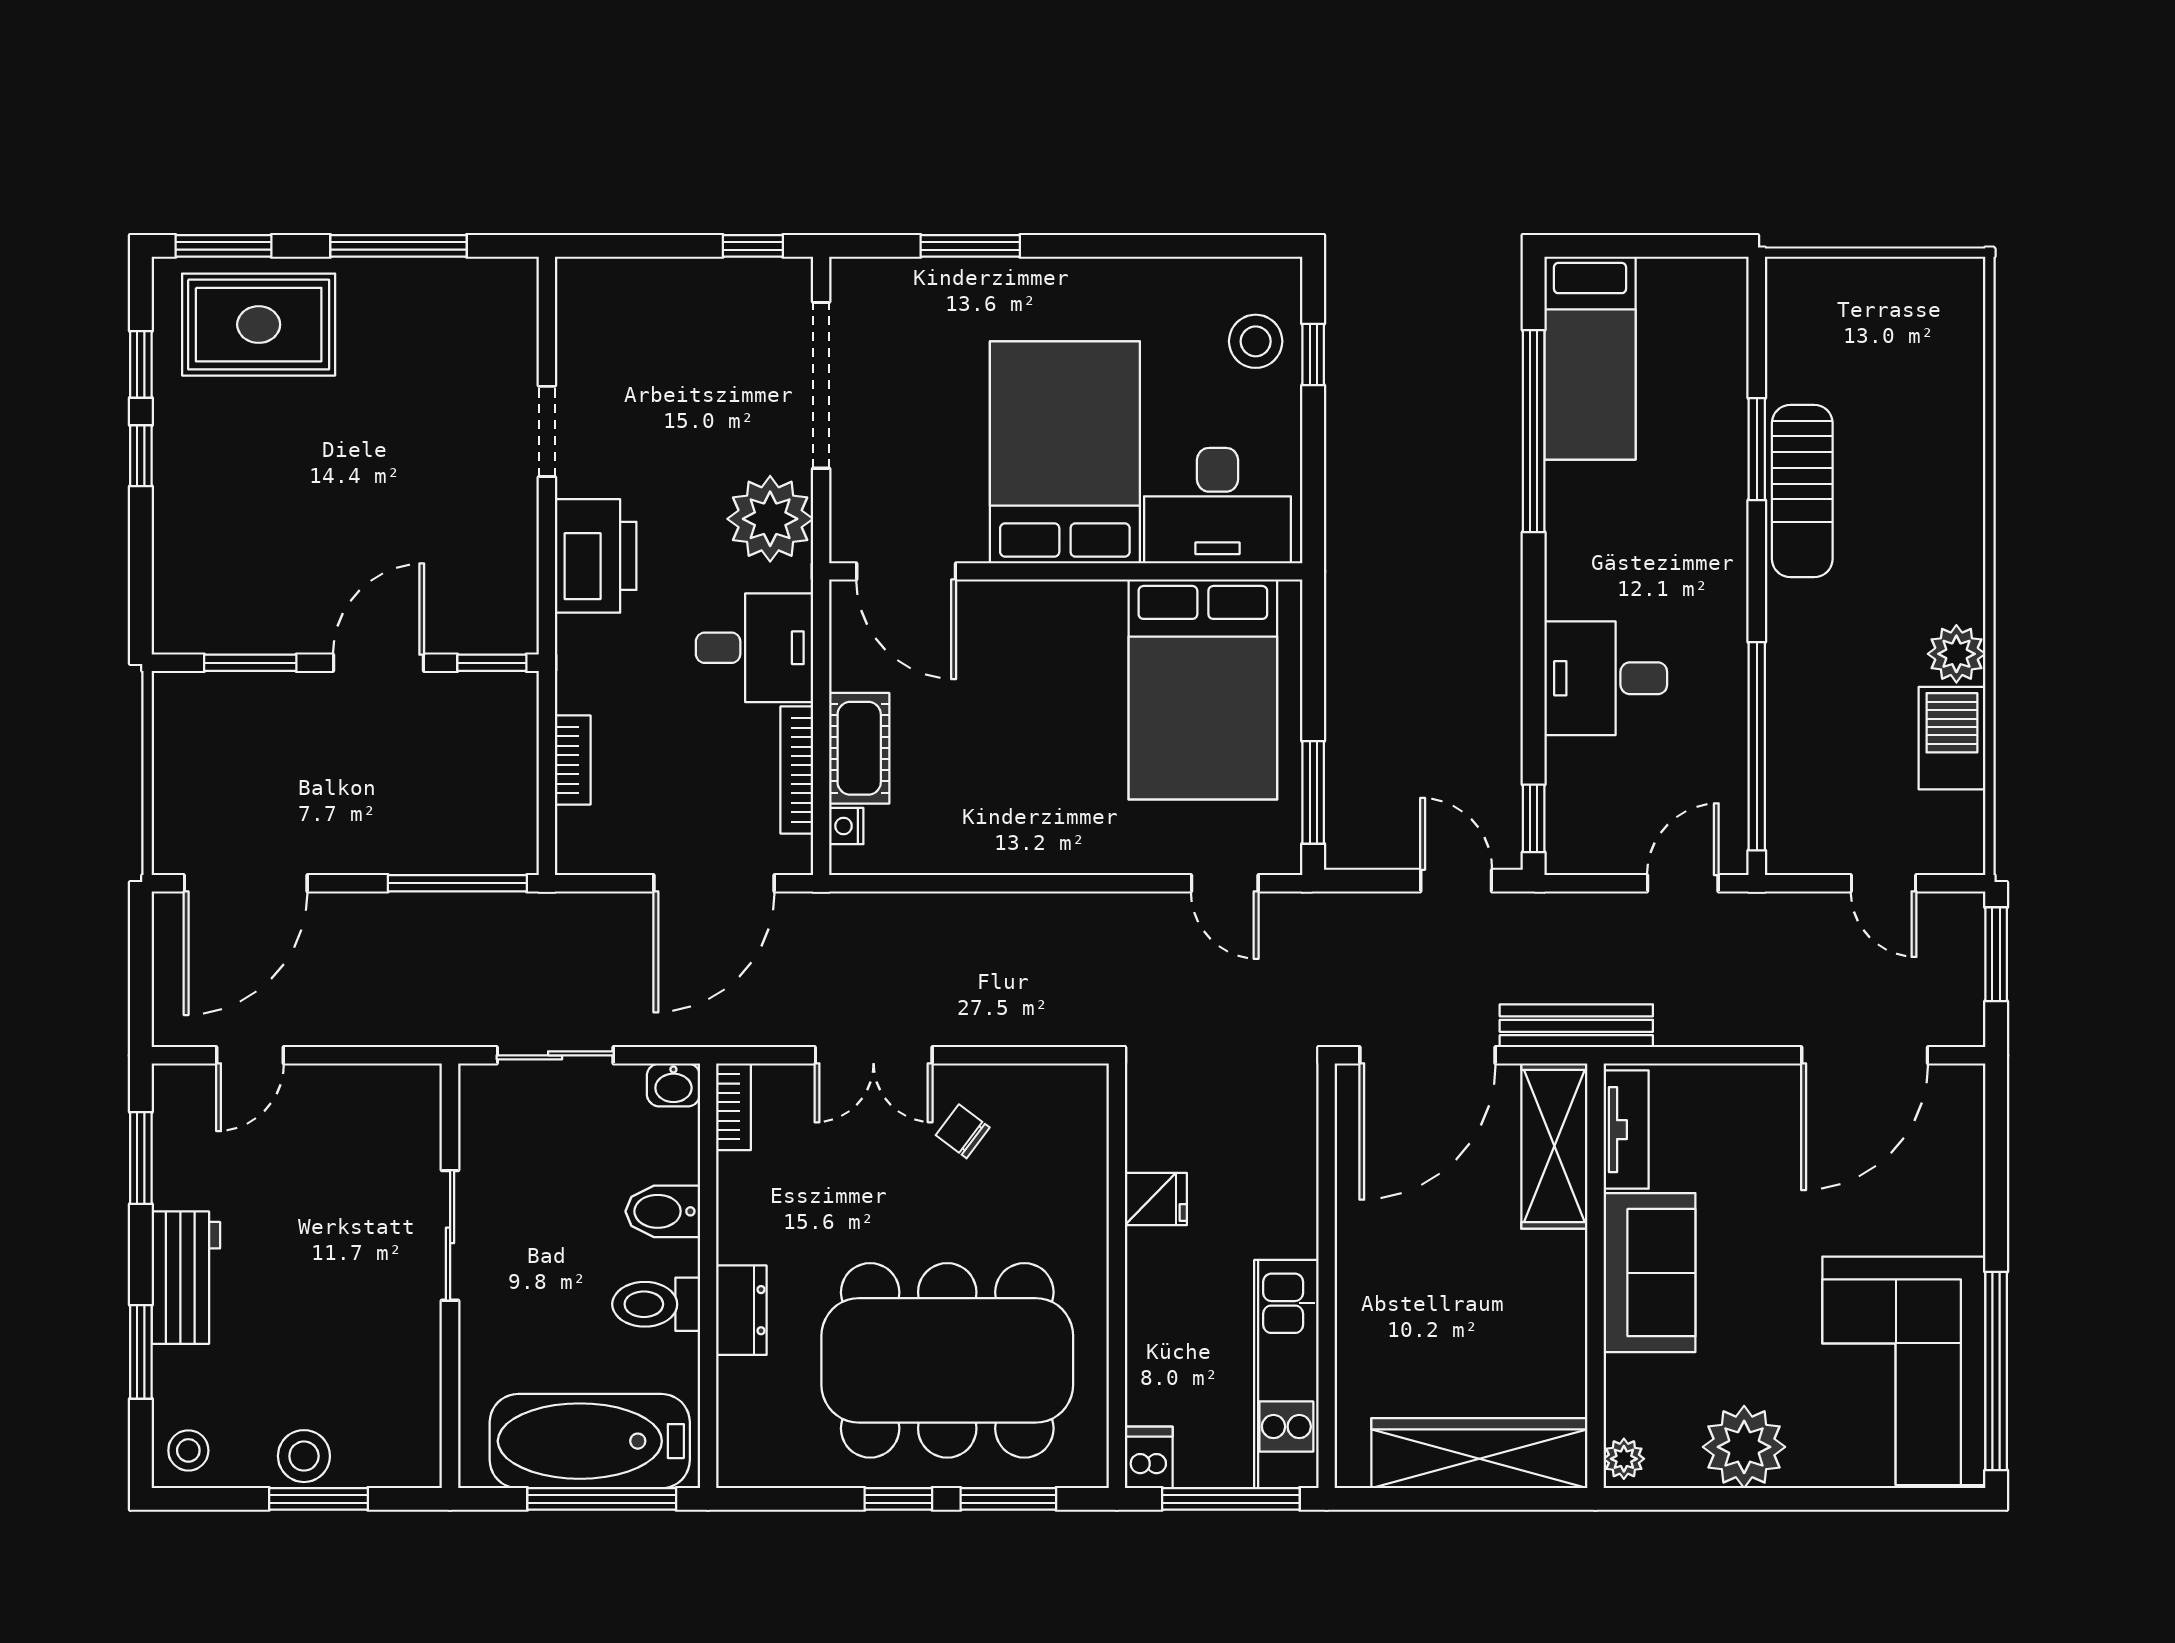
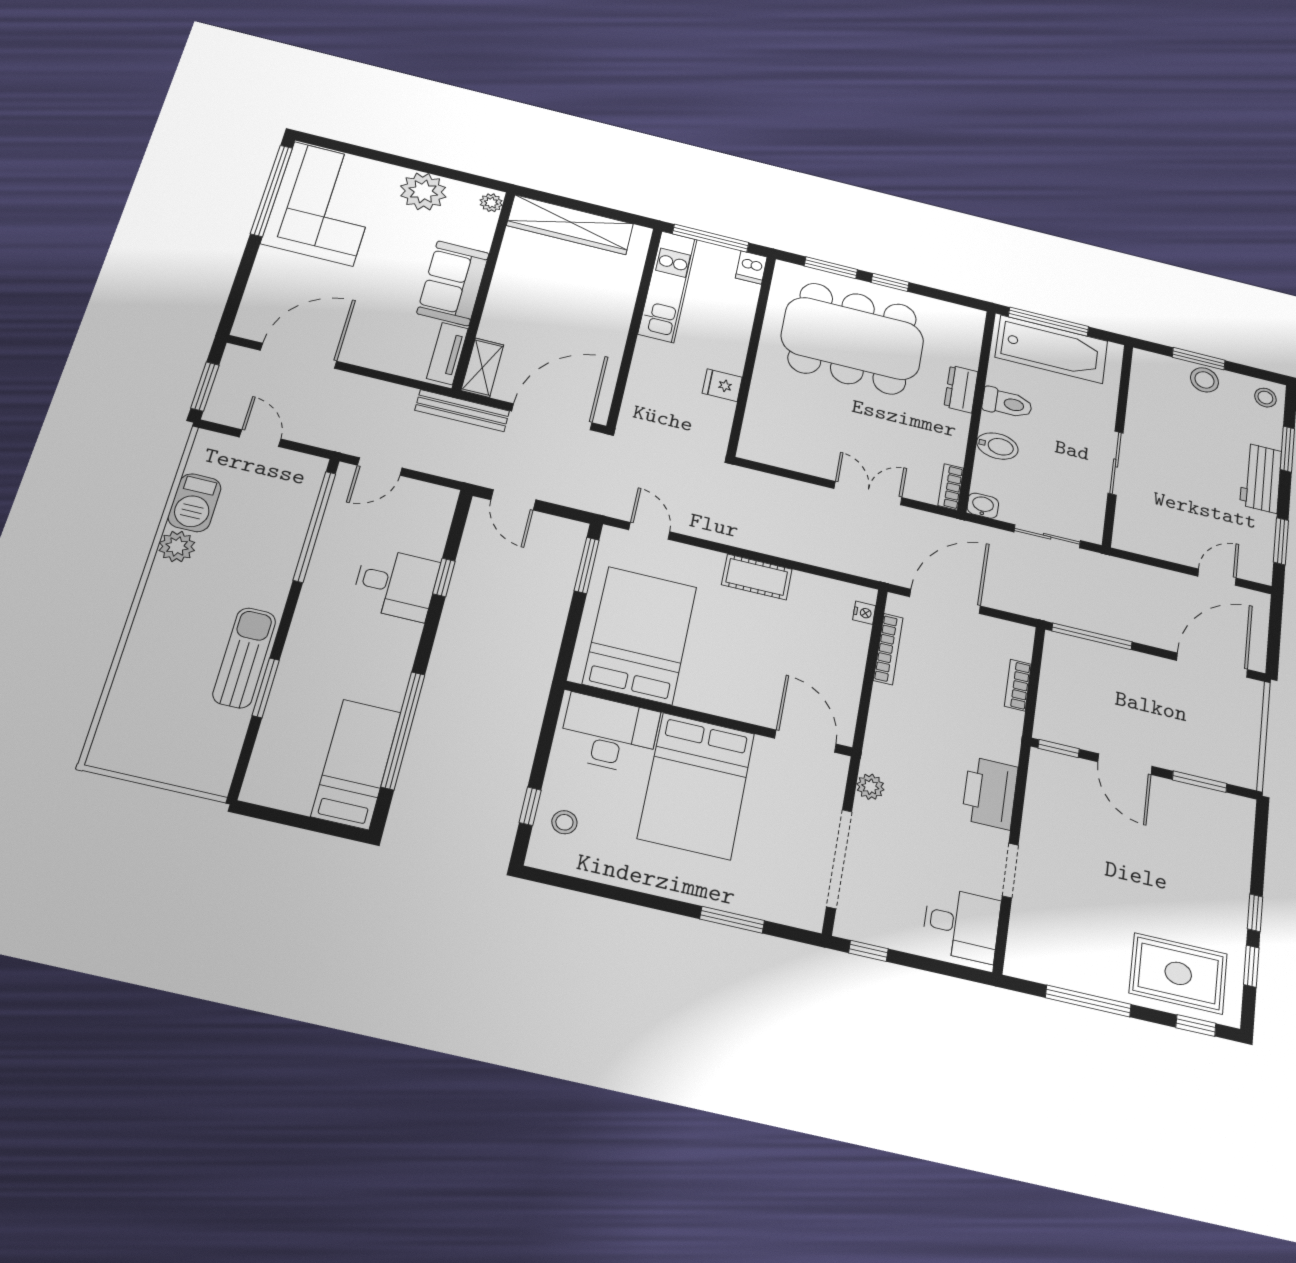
window: (223, 246) -> (1196, 1025), width x0.67
stool: (1256, 341) -> (564, 822), width x0.73, depth x0.73
plant: (770, 519) -> (870, 787), width x0.53, depth x0.53
desk: (754, 648) -> (961, 925), moved, turned 180
door: (379, 663) -> (1125, 764), hinge flipped
cot: (859, 748) -> (757, 577), moved, turned 90
window: (1534, 818) -> (444, 577), moved
chair: (963, 1131) -> (824, 444), removed
shelving: (1554, 1146) -> (482, 368), width x0.67, depth x0.75

